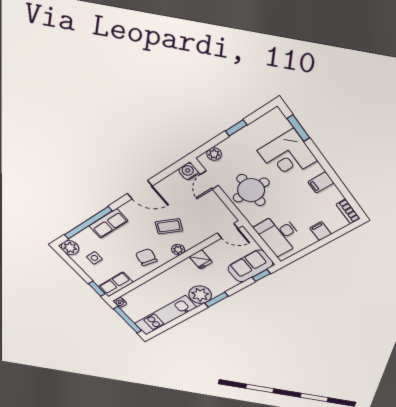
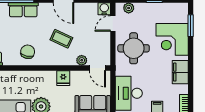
filing cabinet: (321, 182) -> (180, 72), width x2.00
plant: (178, 250) -> (82, 60), moved

